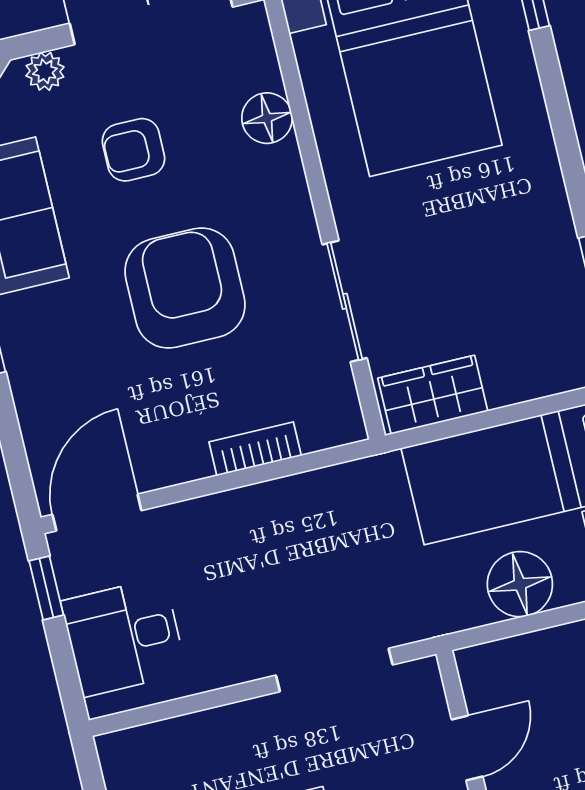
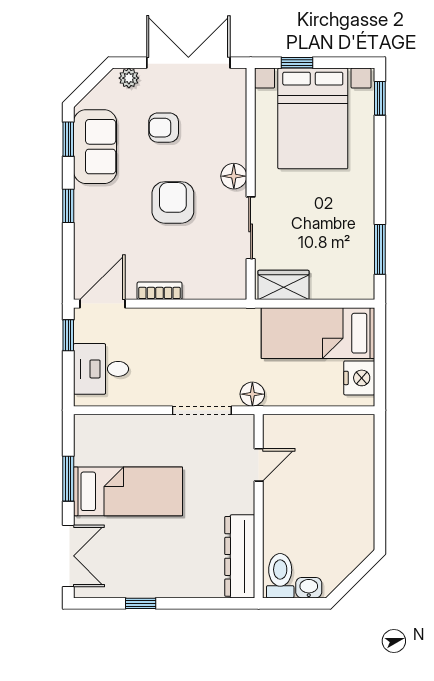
floor lamp: (267, 118) -> (234, 176), moved
armchair: (185, 288) -> (173, 202), width x0.73, depth x0.73
bookcase: (255, 449) -> (160, 291), moved
floor lamp: (520, 584) -> (252, 394), moved, width x0.73, depth x0.73

